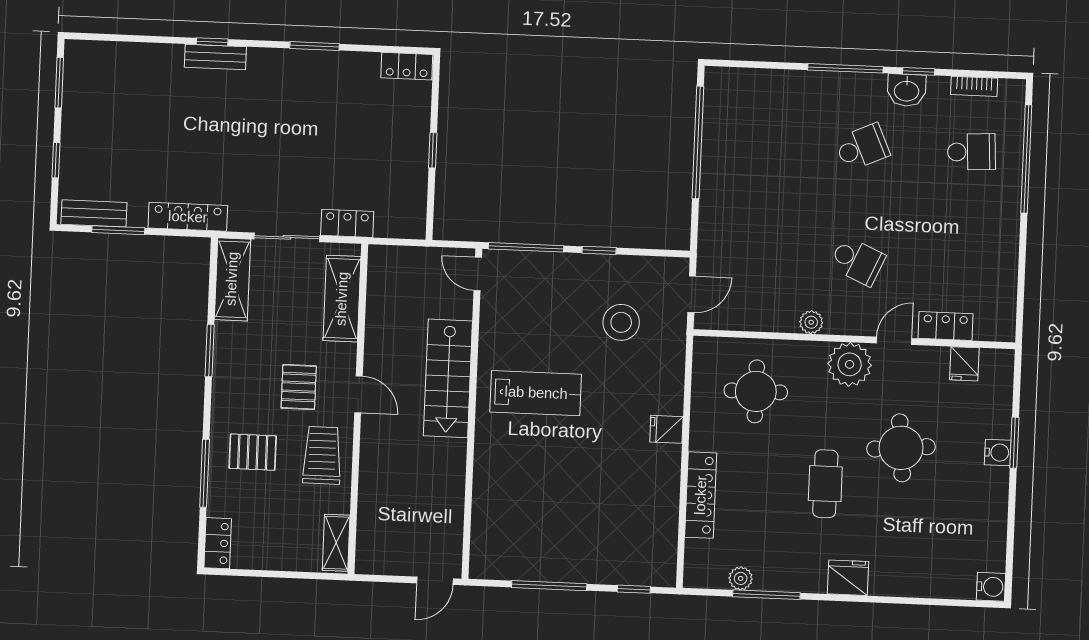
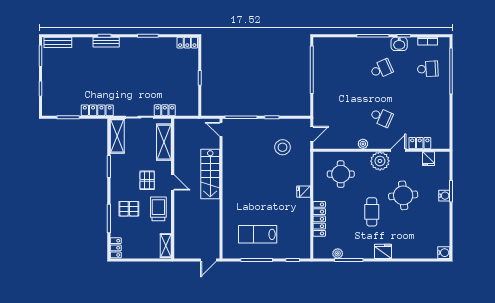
bench: (94, 213) -> (58, 42), moved
lab bench: (536, 393) -> (258, 234), moved, turned 180

